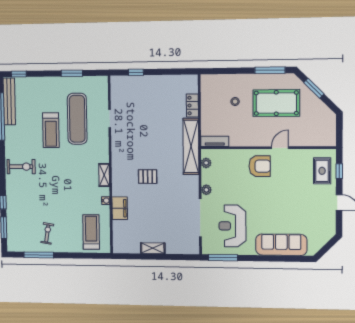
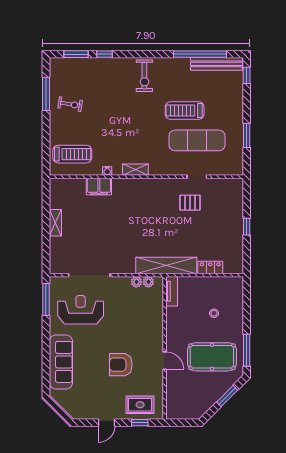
window: (136, 72) -> (247, 227), moved
pool table: (276, 103) -> (212, 357), turned 90
armchair: (260, 166) -> (121, 365), moved, turned 90
pallet: (148, 177) -> (190, 203), moved, turned 90
plant: (206, 190) -> (136, 282), moved

